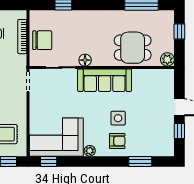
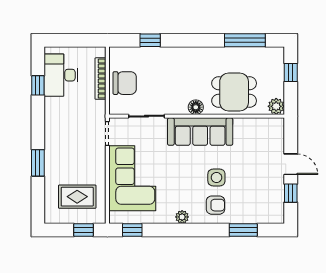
floor lamp: (85, 60) -> (196, 107), moved
corner sofa: (56, 137) -> (132, 178), moved, turned 90

